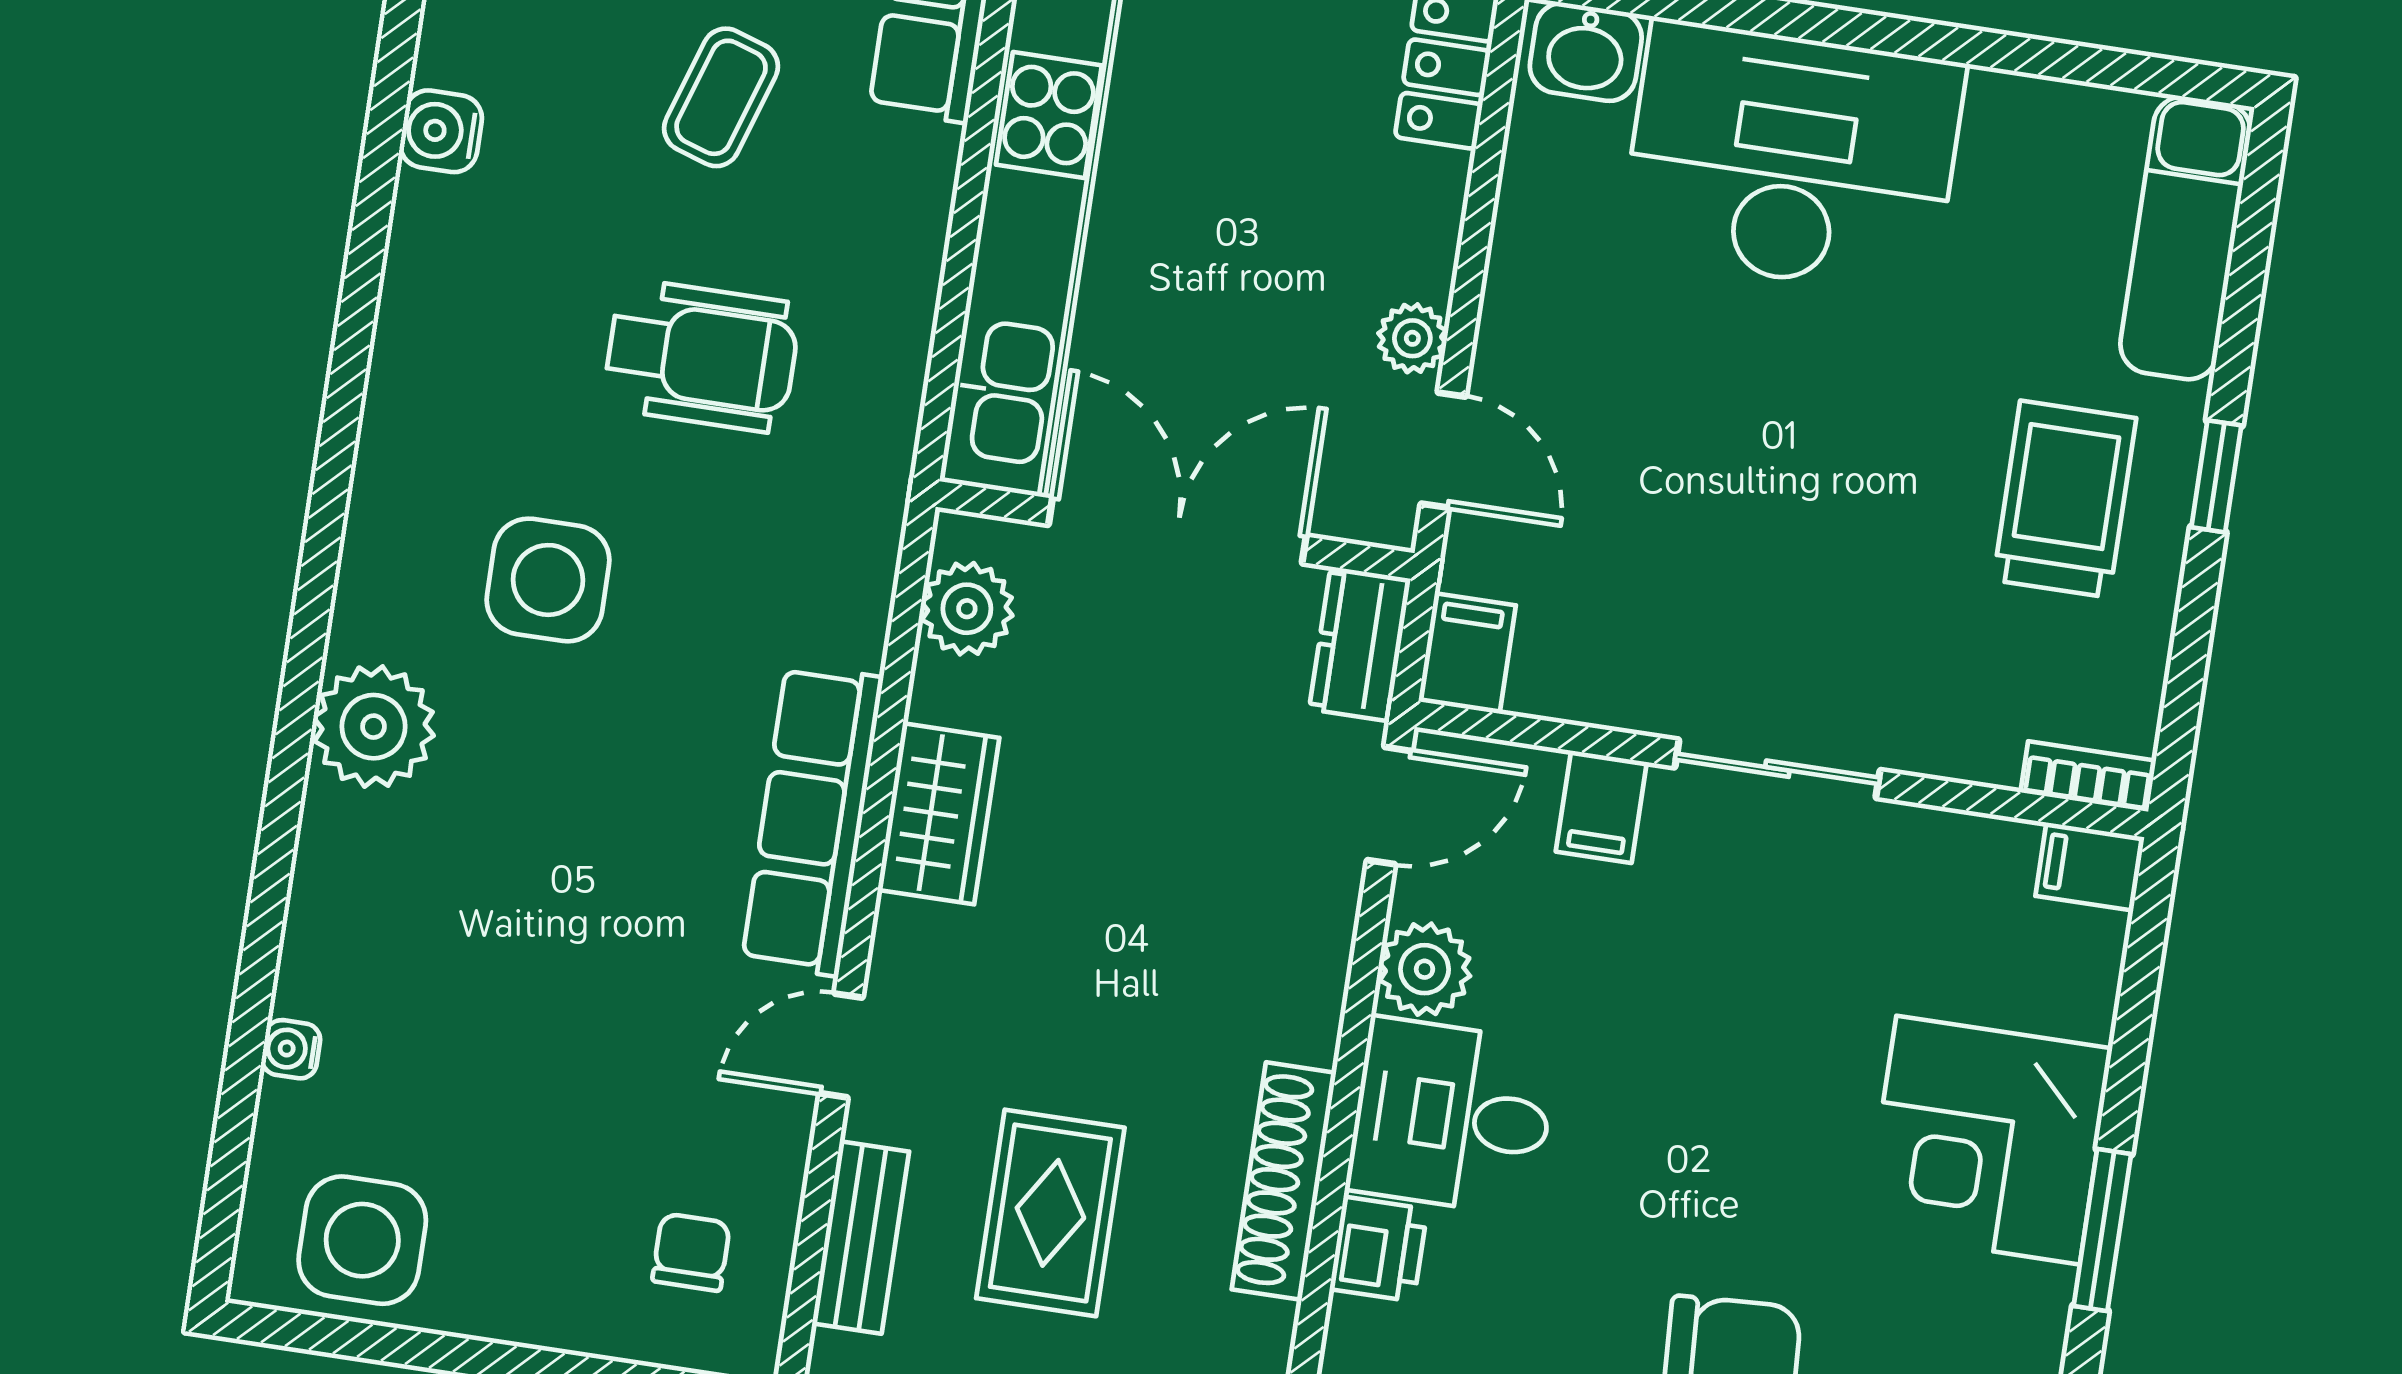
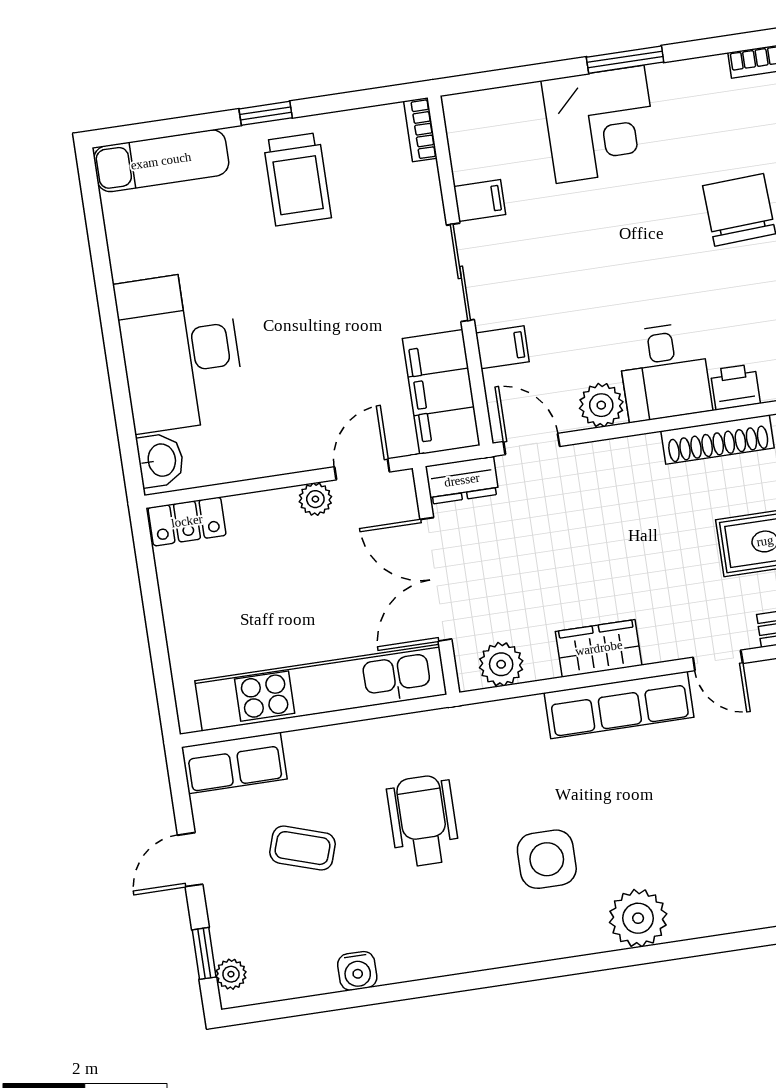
trolley: (2065, 499) -> (297, 179), turned -90
filing cabinet: (1467, 653) -> (441, 392), width x3.00, depth x1.17
filing cabinet: (2090, 867) -> (480, 200), moved, turned -90

